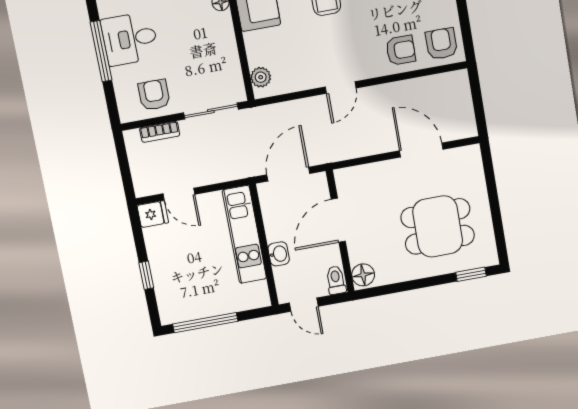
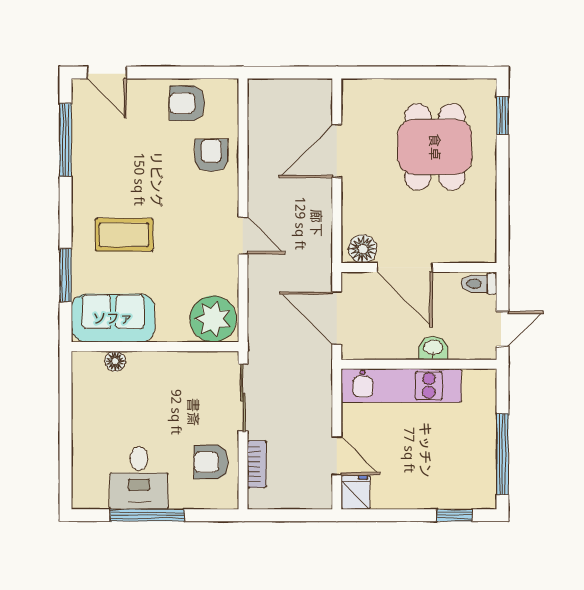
armchair: (441, 44) -> (187, 103), moved
plant: (261, 77) -> (213, 319), width x1.88, depth x1.88
door: (179, 194) -> (337, 456), hinge flipped
window: (146, 275) -> (454, 515), moved
floor lamp: (363, 275) -> (363, 249), moved

